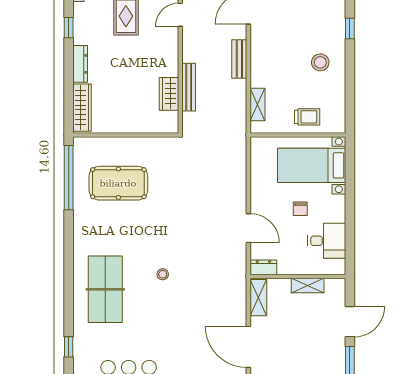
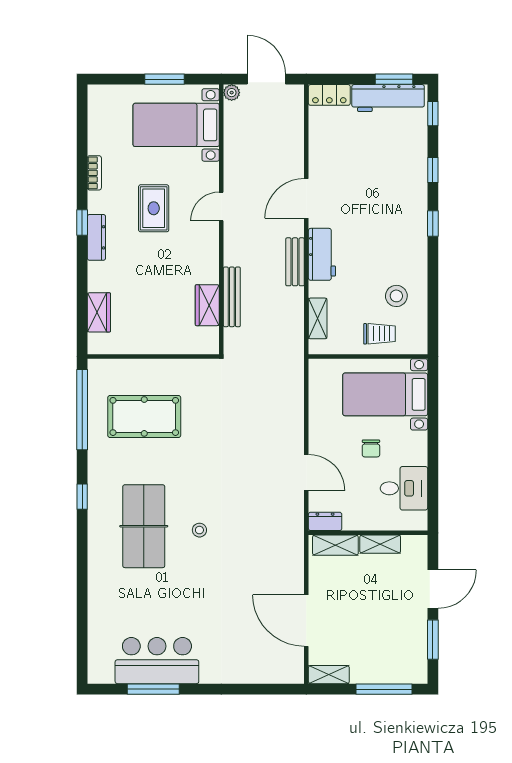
workbench: (261, 53) -> (322, 254), added
stool: (320, 62) -> (396, 296), moved
dresser: (80, 64) -> (96, 237), moved
wardrobe: (82, 108) -> (99, 312), width x0.67
table tennis table: (105, 289) -> (144, 526), moved
shelving: (258, 298) -> (335, 545), moved, turned 90
window: (69, 347) -> (82, 497), moved

